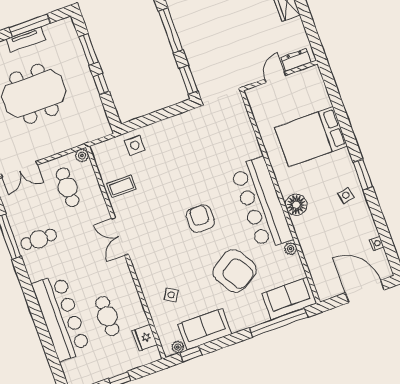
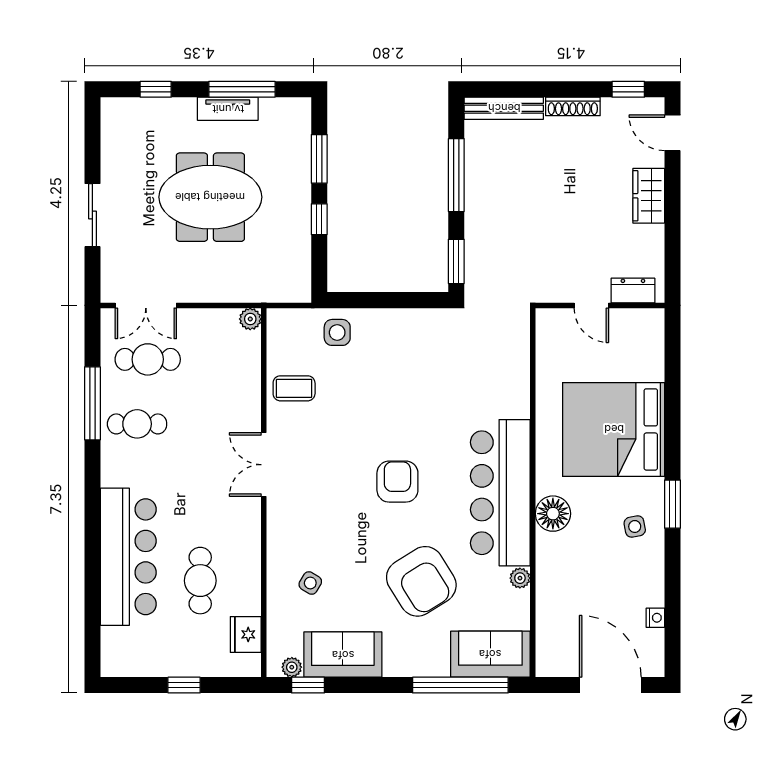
door: (275, 77) -> (591, 305), swing flipped
bed: (311, 137) -> (614, 429), width x1.36
cafe table: (68, 187) -> (148, 359), moved, turned 90

